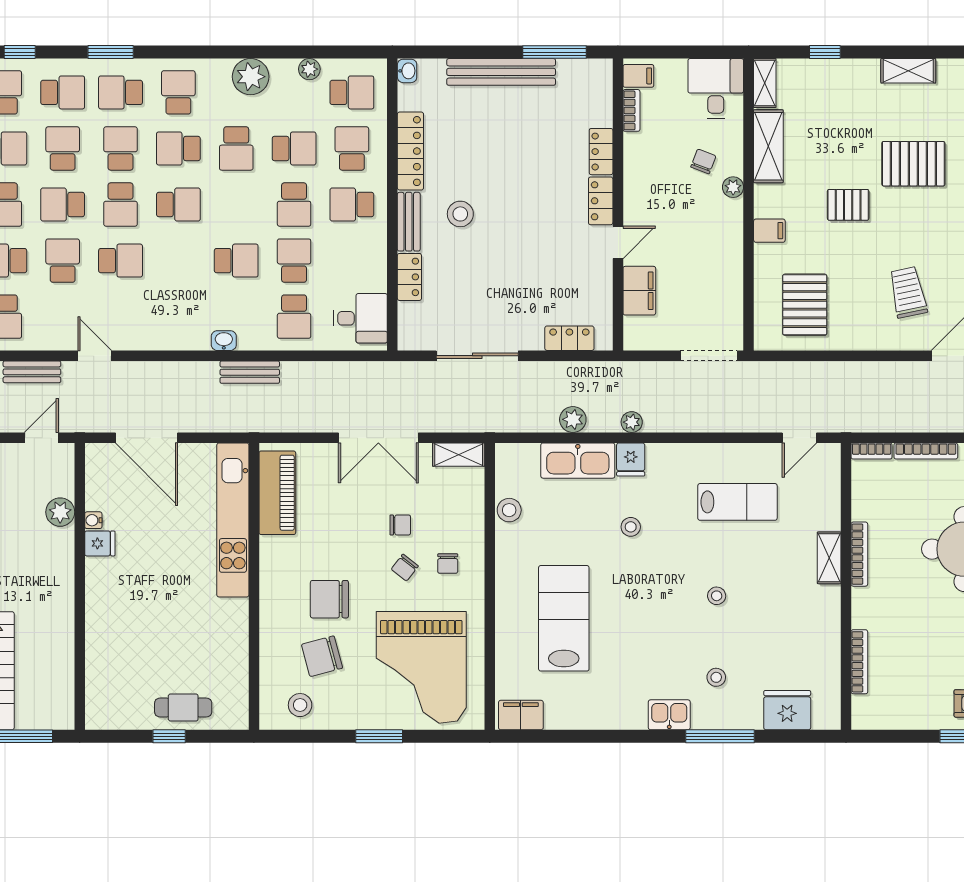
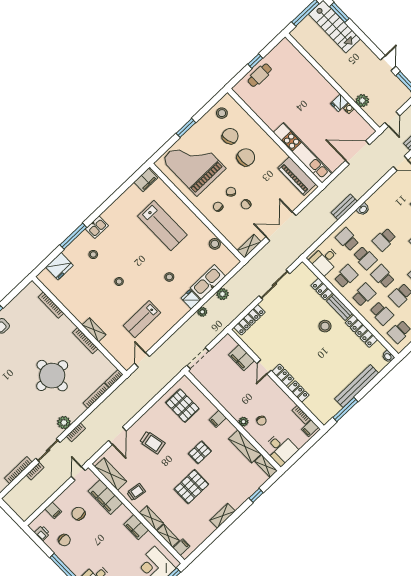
school desk: (352, 261) -> (346, 276), added
locker: (569, 338) -> (249, 320), width x1.53

